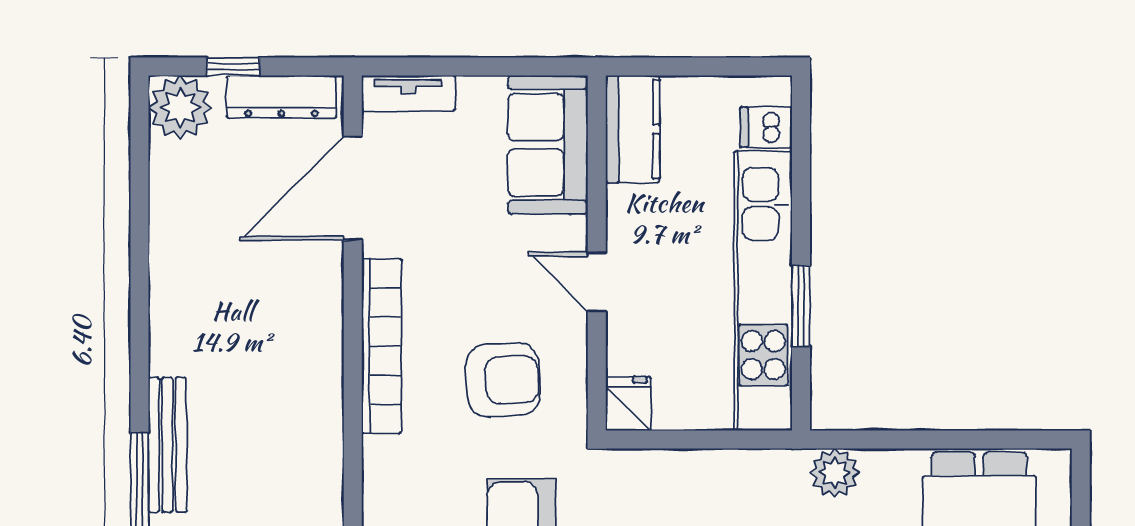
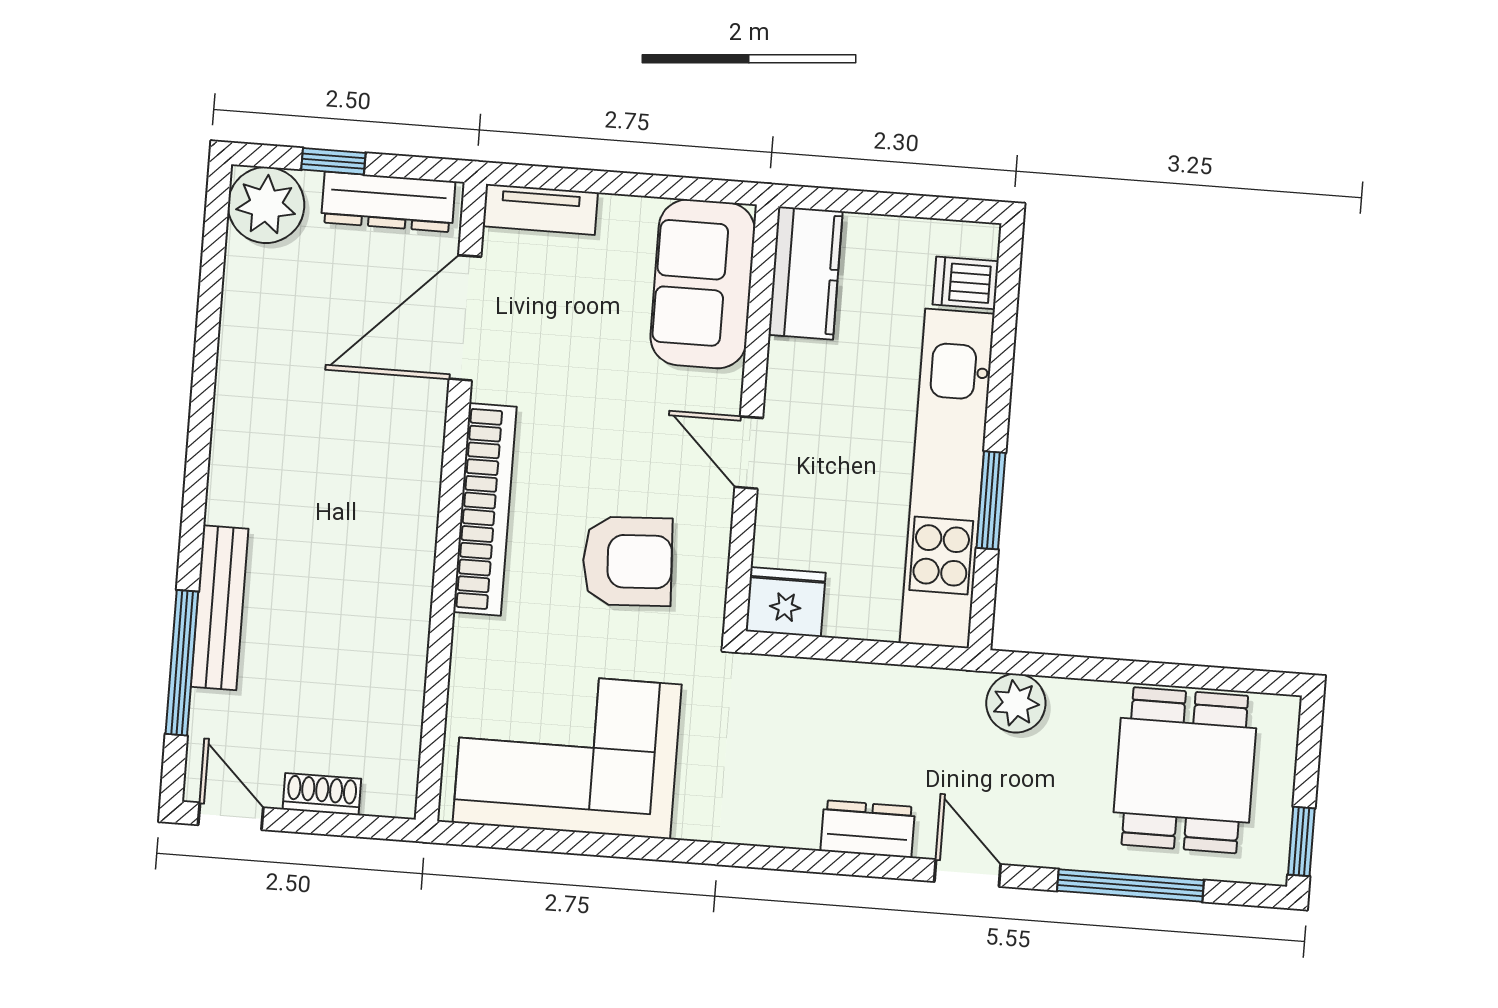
fridge: (628, 404) -> (786, 602), width x1.38

